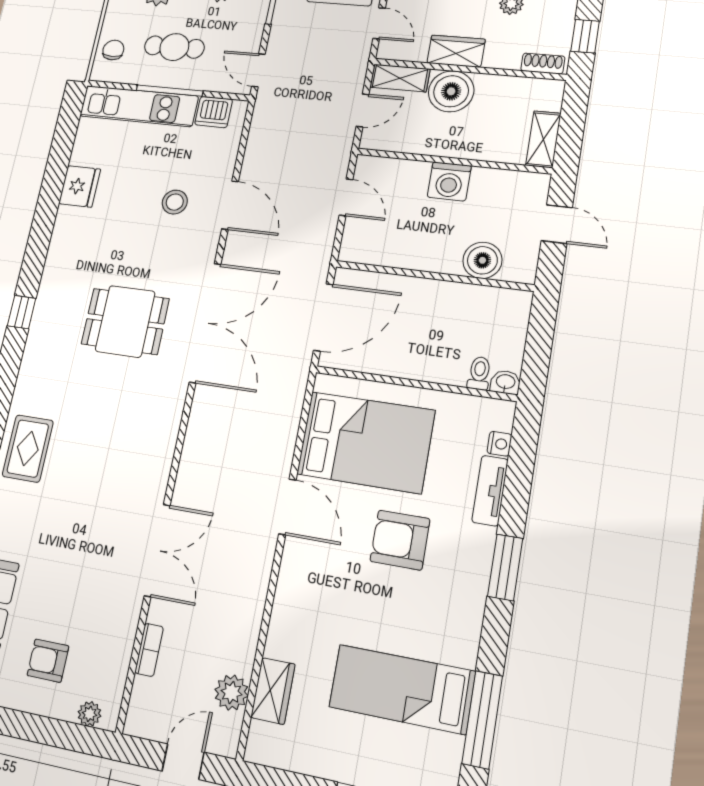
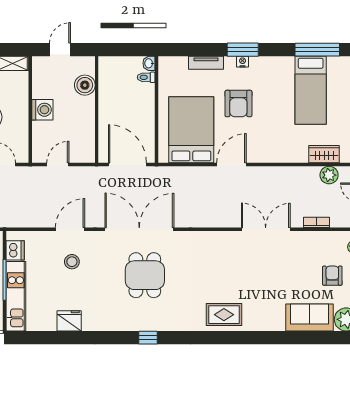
nightstand: (499, 444) -> (243, 62), moved
armchair: (48, 661) -> (332, 276), turned 180

